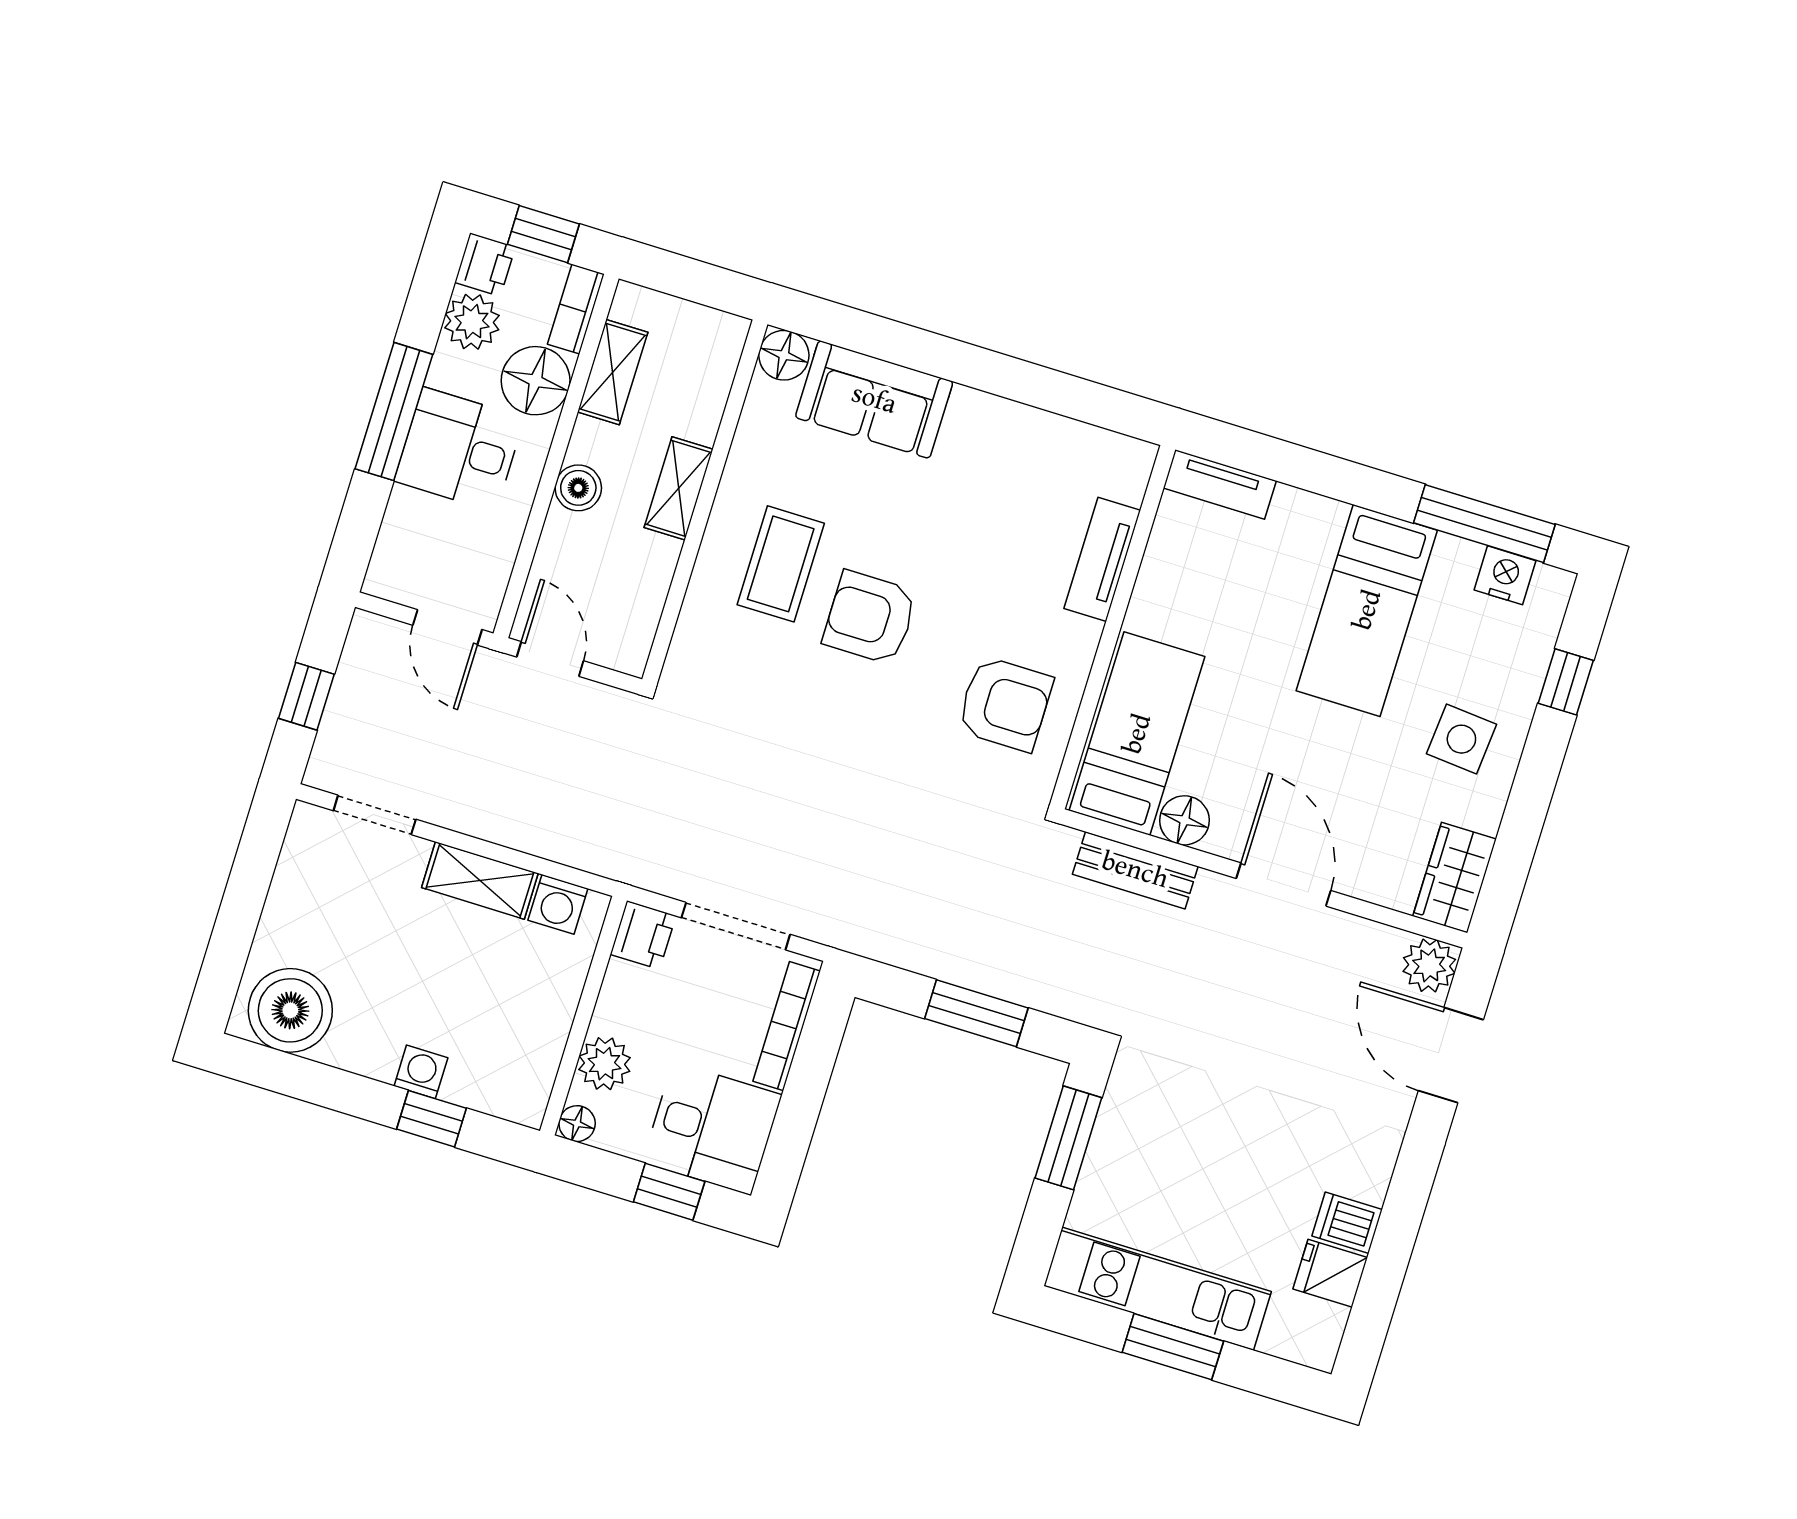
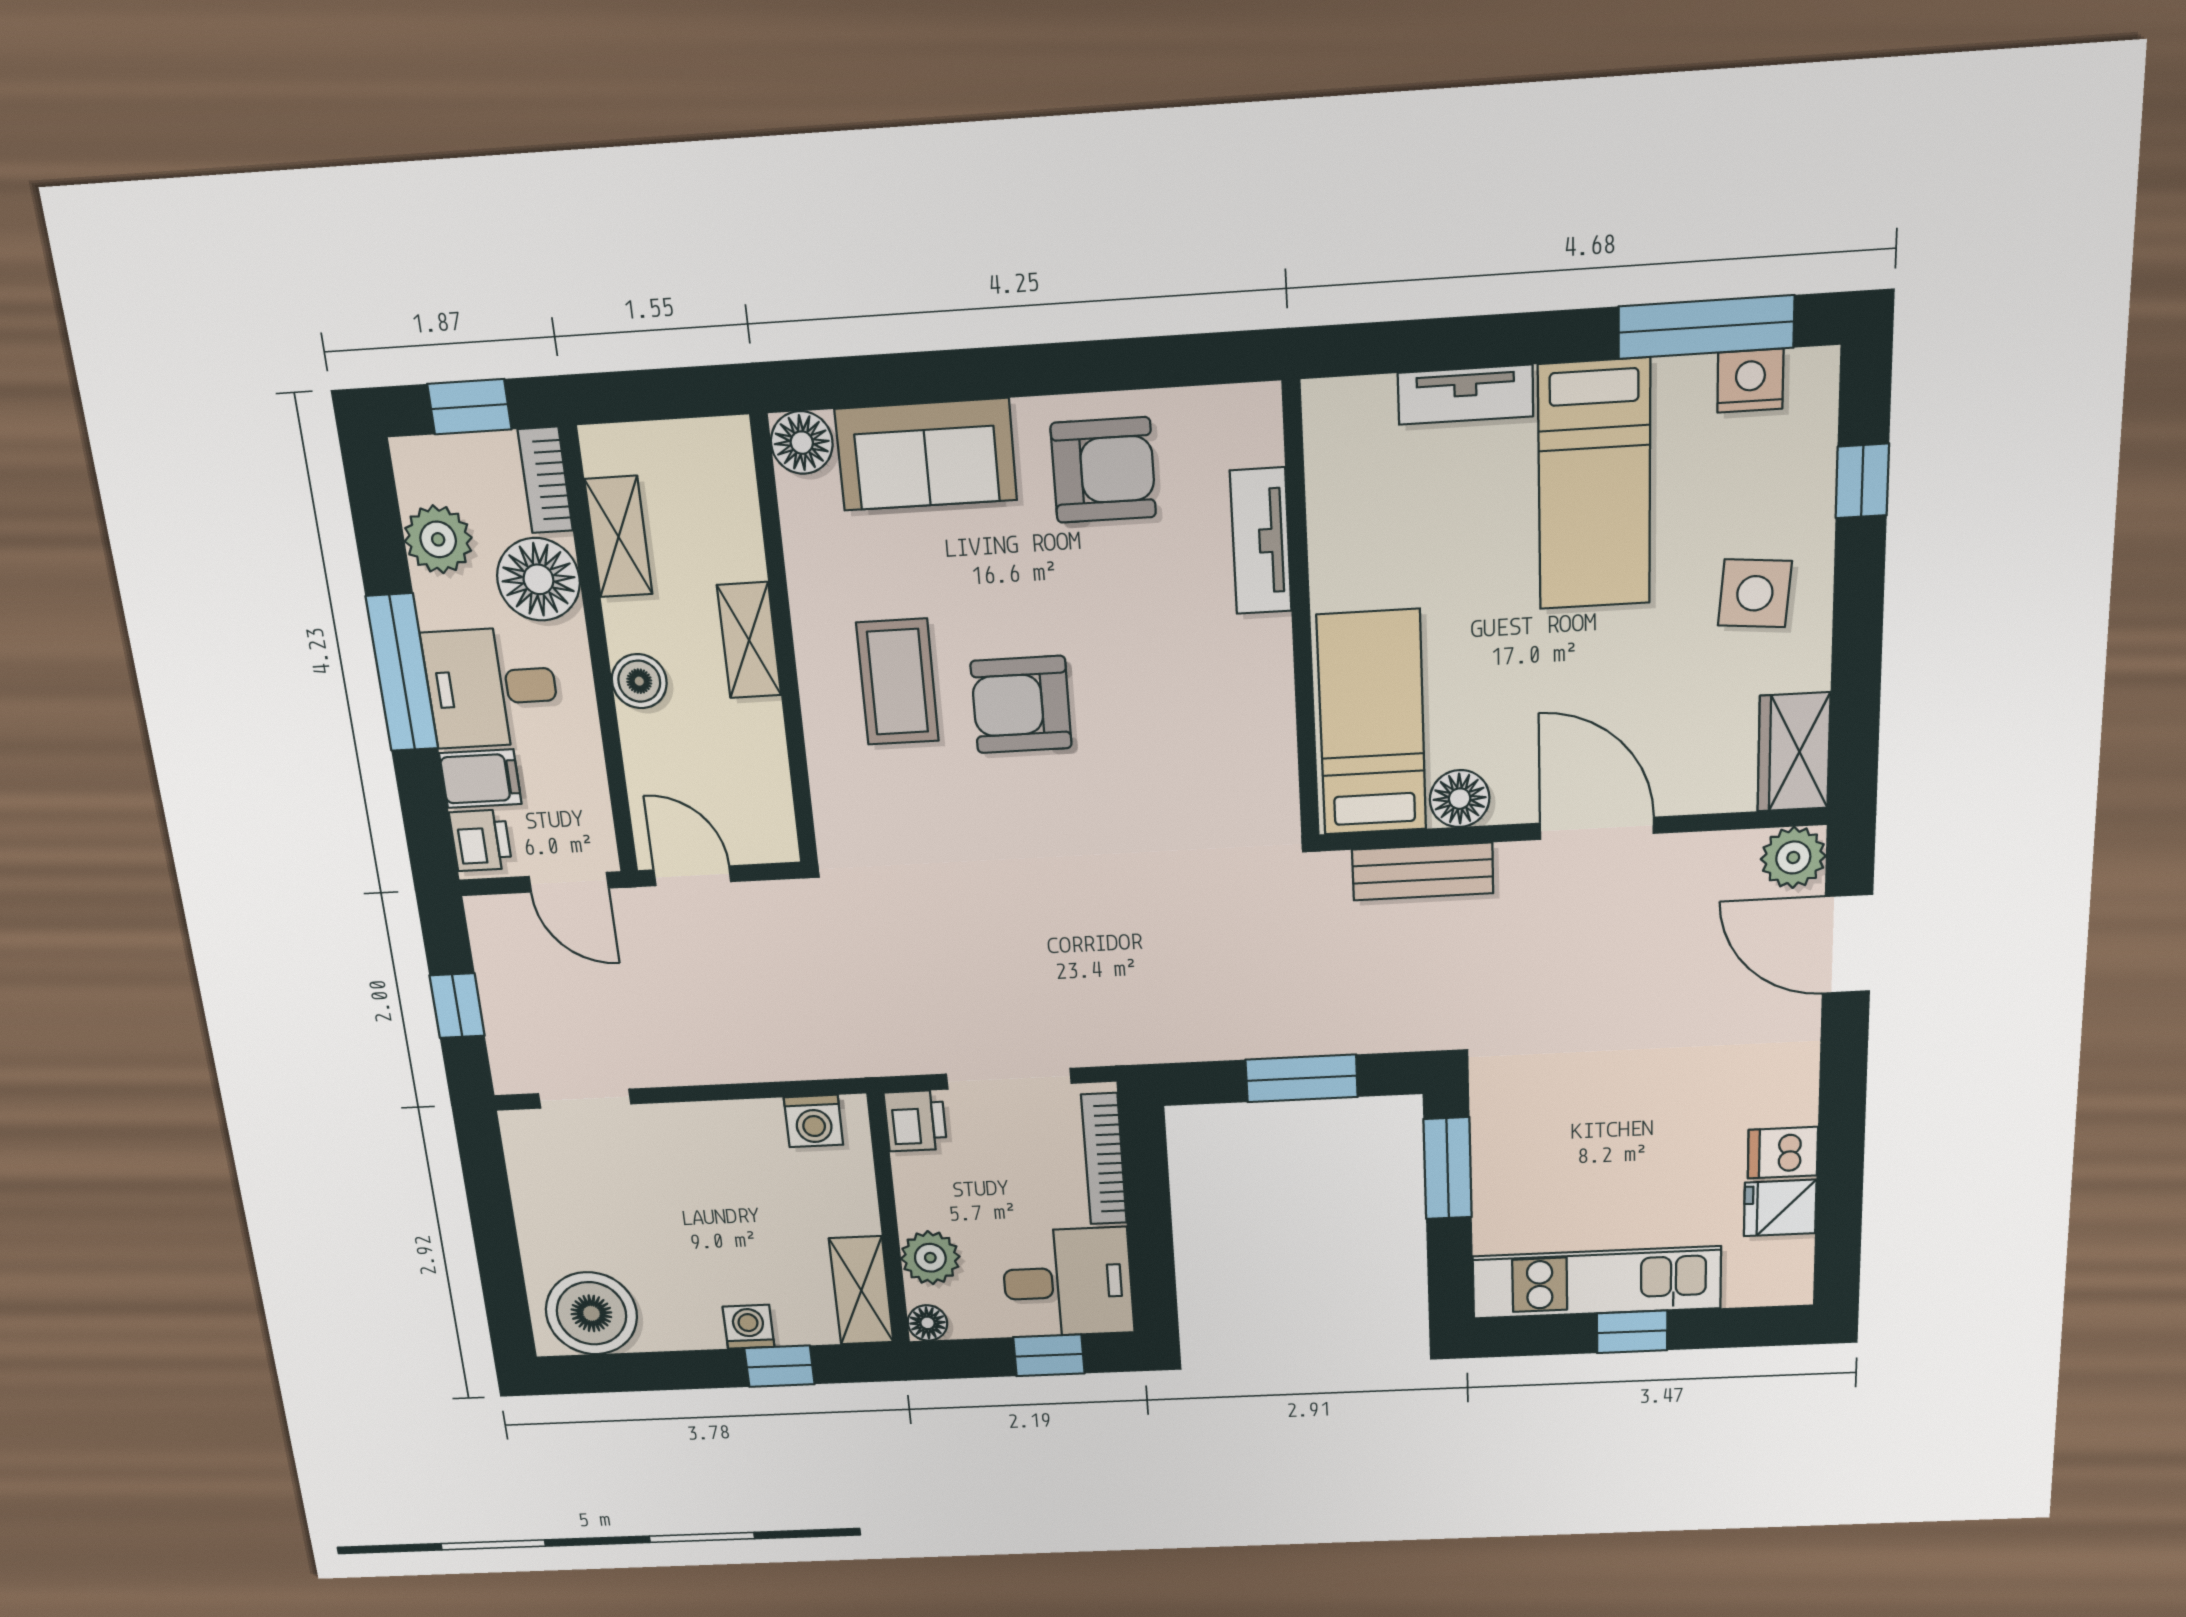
printer: (485, 265) -> (481, 840), moved
tv unit: (1220, 484) -> (1465, 395), moved
filing cabinet: (416, 517) -> (480, 779), added
armchair: (1005, 704) -> (1103, 470), moved
shelving: (480, 880) -> (861, 1290), moved, turned 90
window: (1173, 1347) -> (1632, 1332), width x0.67

